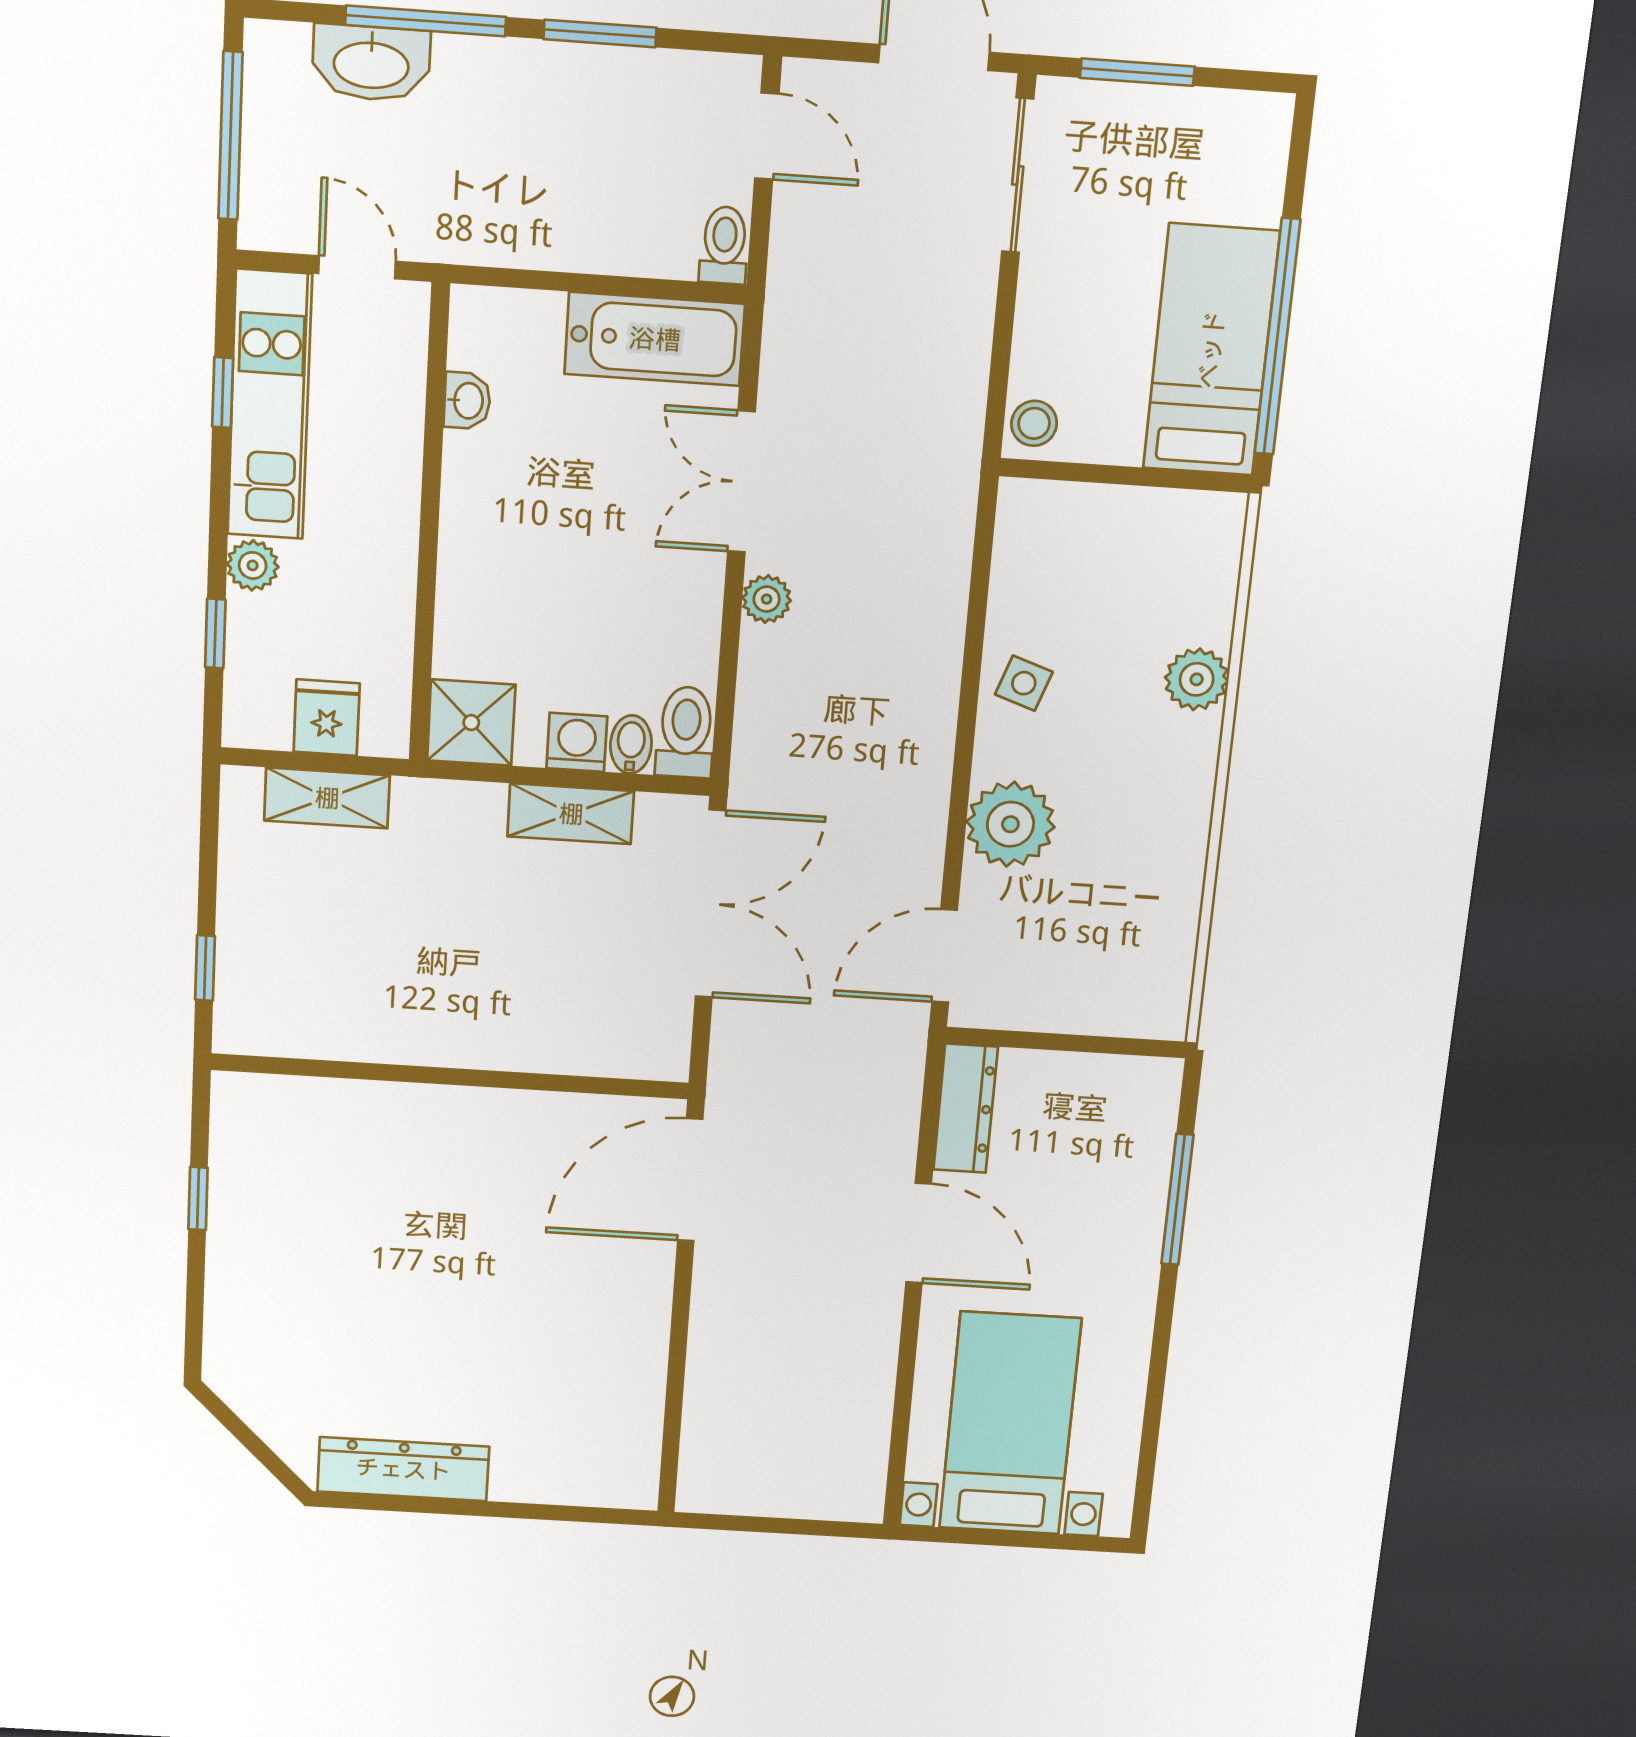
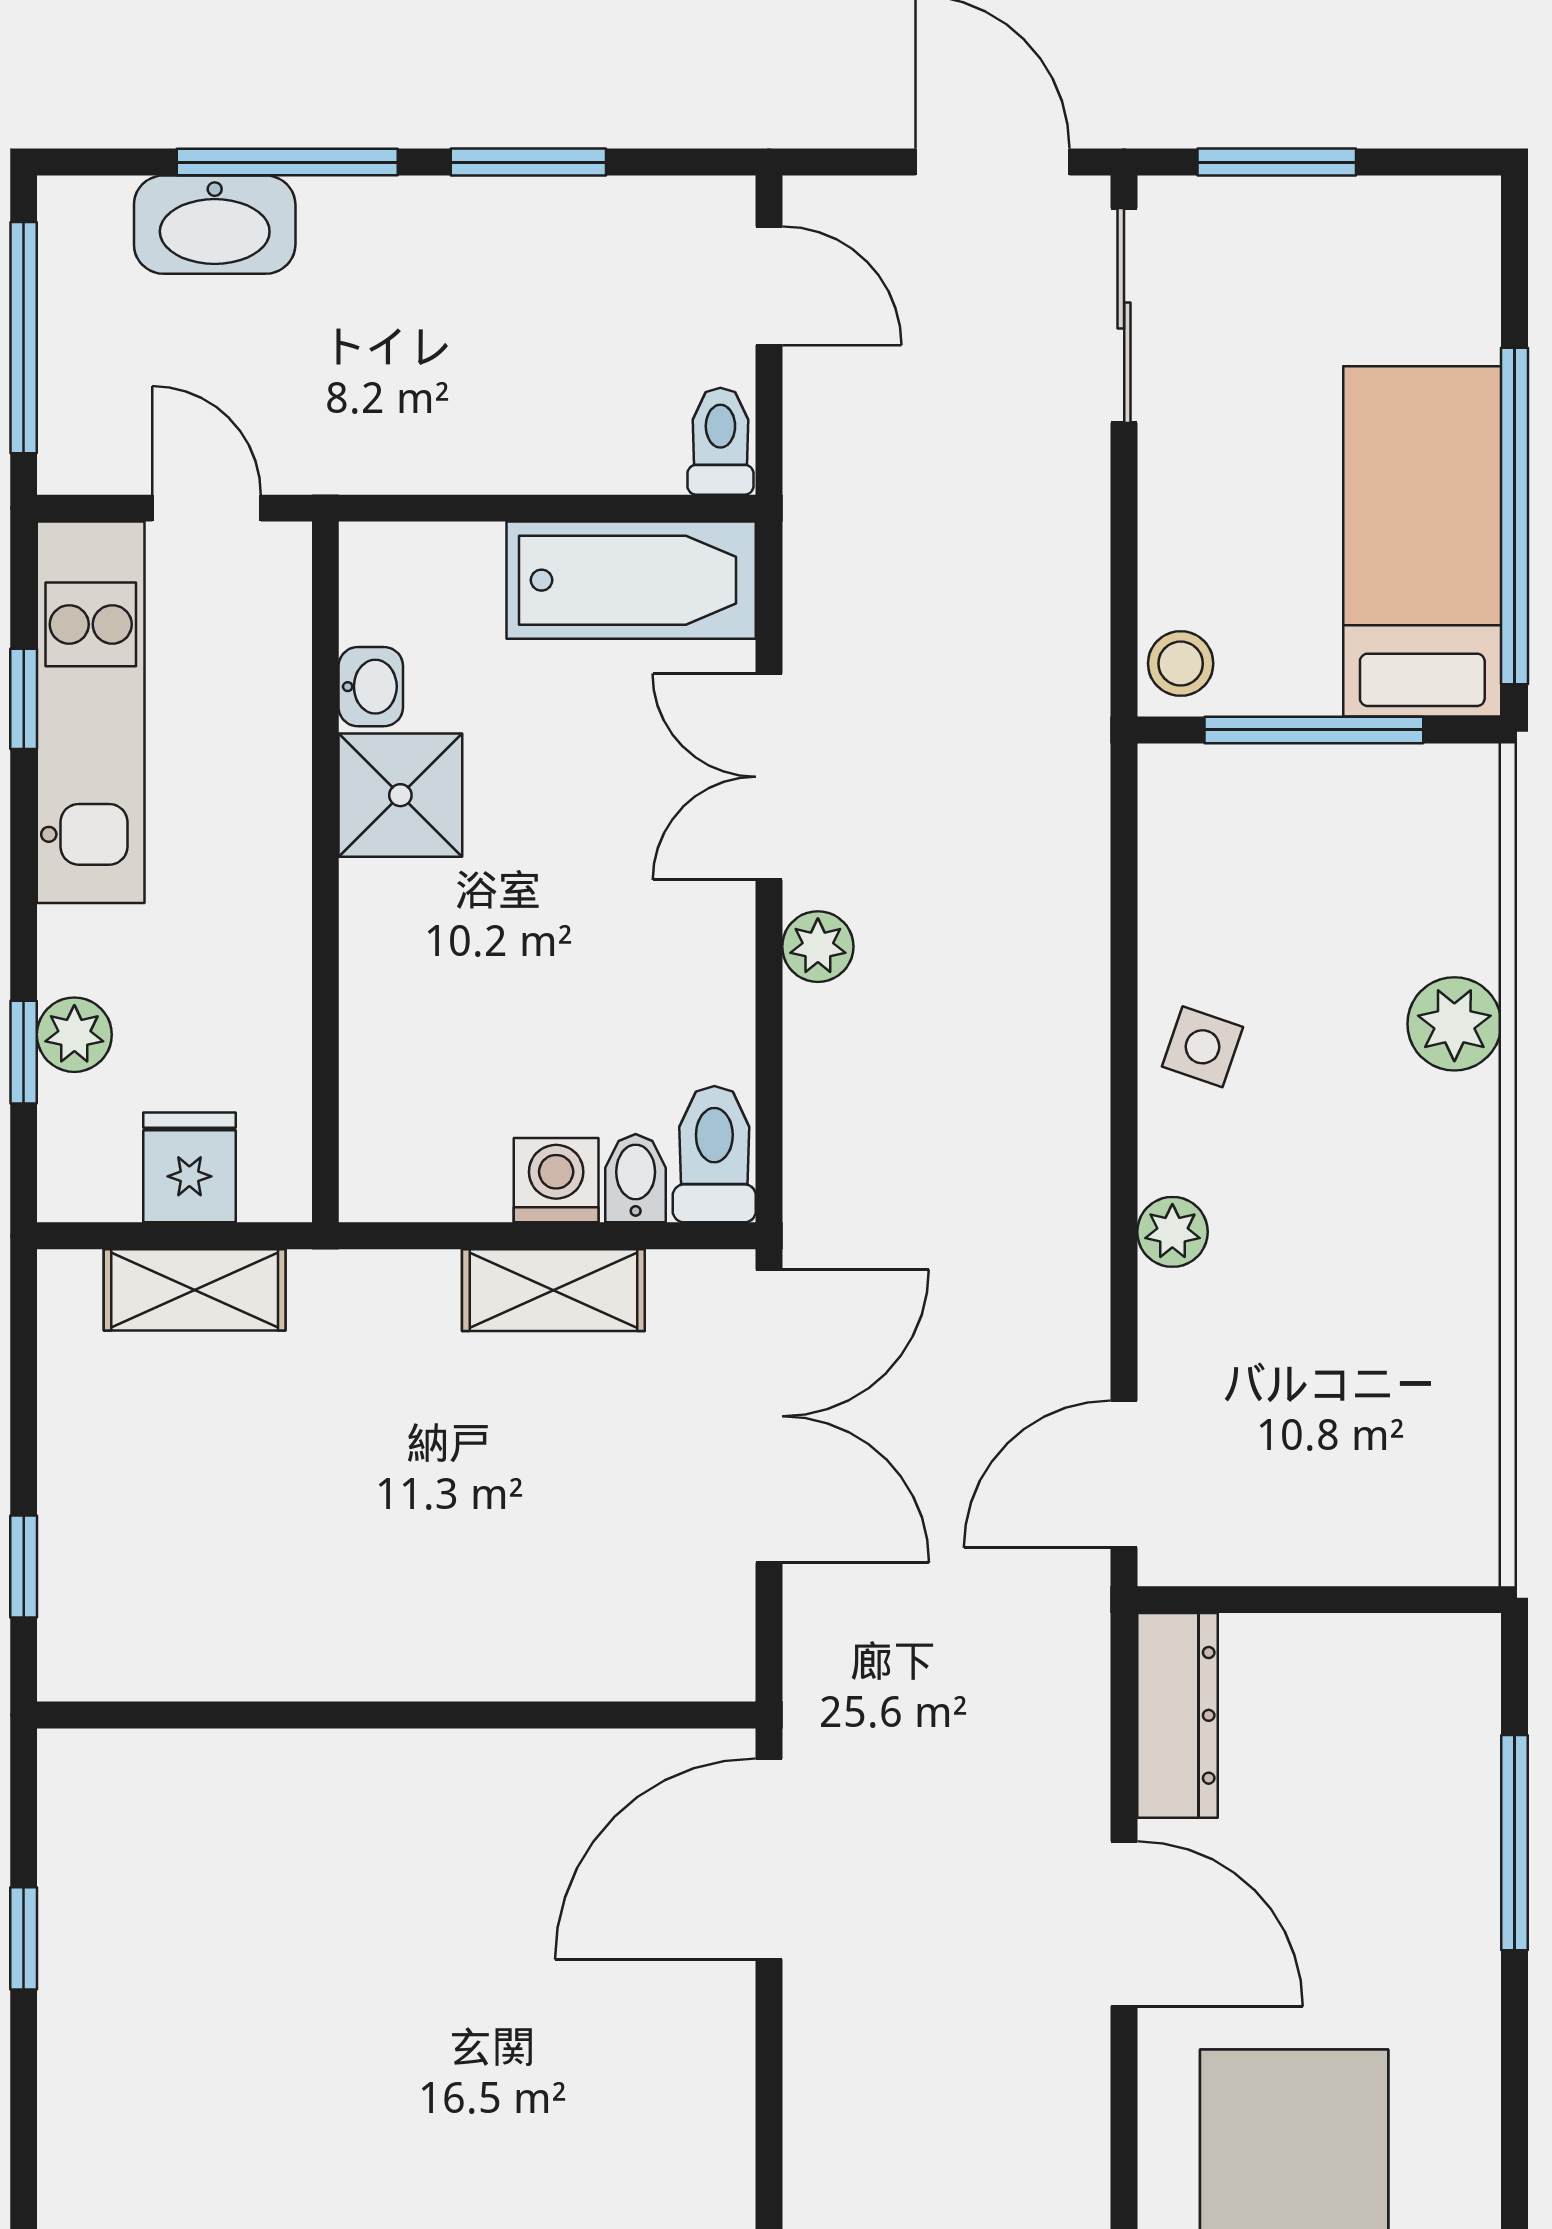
window: (1122, 475) -> (1314, 730), added
plant: (253, 565) -> (74, 1035), moved
shower: (471, 723) -> (400, 795), moved
plant: (1010, 824) -> (1172, 1232), width x0.53, depth x0.53

